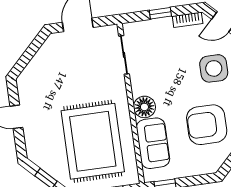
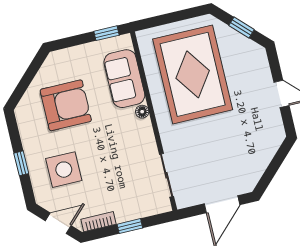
floor lamp: (144, 107) -> (142, 112), width x0.53, depth x0.53

